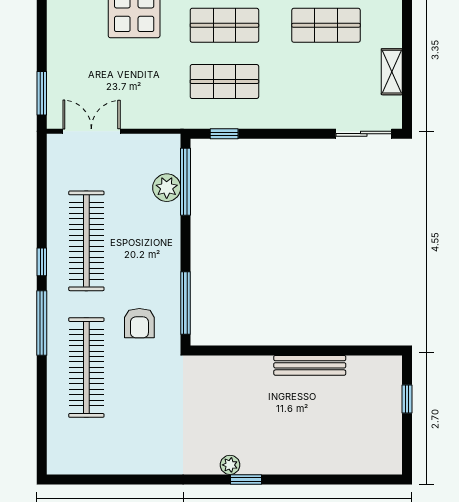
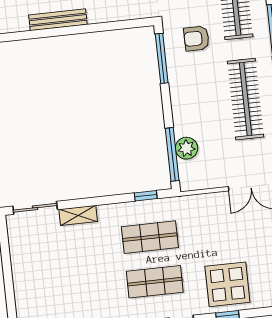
shop shelf: (326, 25) -> (74, 290), removed
shelving: (392, 72) -> (78, 215), moved, turned 90
armchair: (139, 323) -> (196, 38), turned -90

